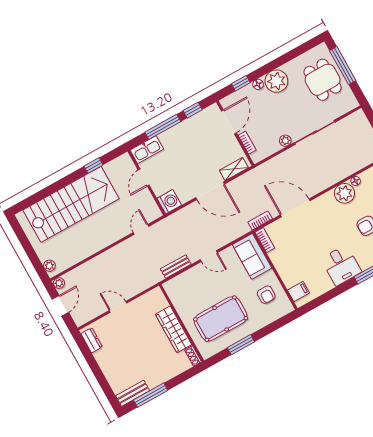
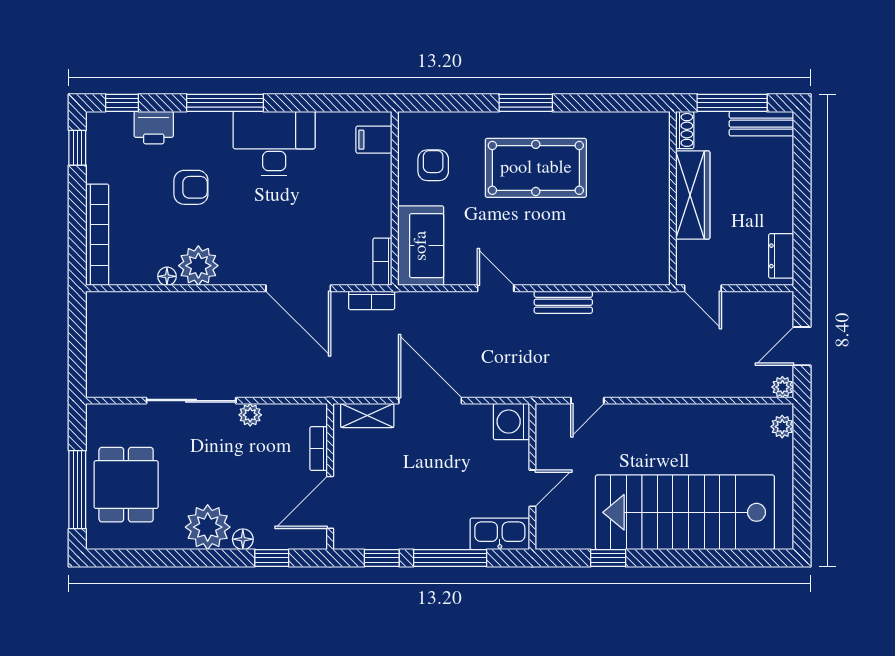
desk: (341, 265) -> (274, 144), width x1.37
wall: (181, 323) -> (673, 198), moved
wardrobe: (174, 329) -> (693, 195), moved
shoe rack: (193, 356) -> (685, 130), moved

